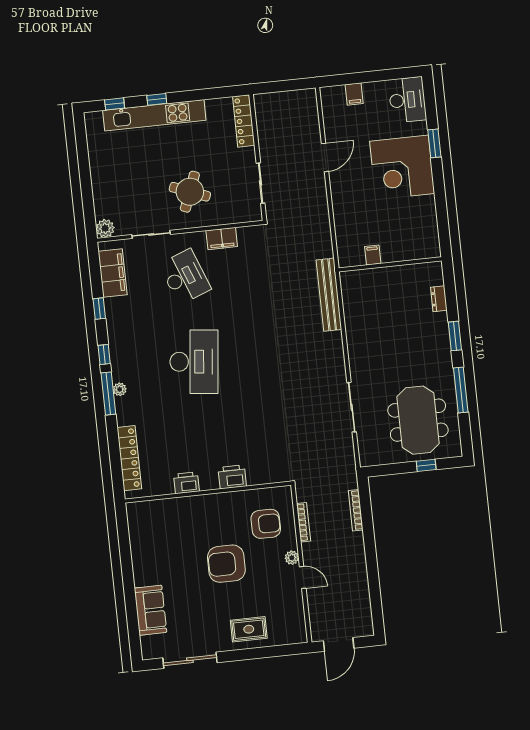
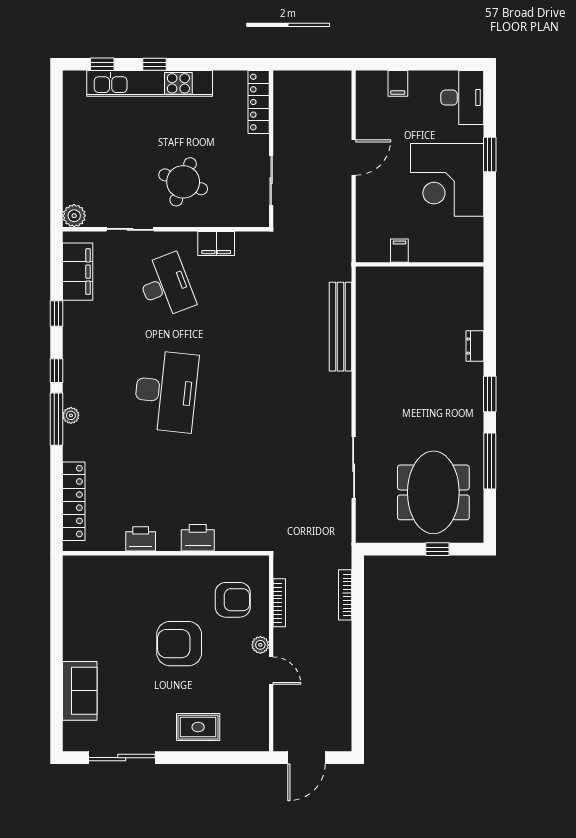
filing cabinet: (373, 255) -> (399, 251), moved
wall: (390, 264) -> (420, 264), moved

